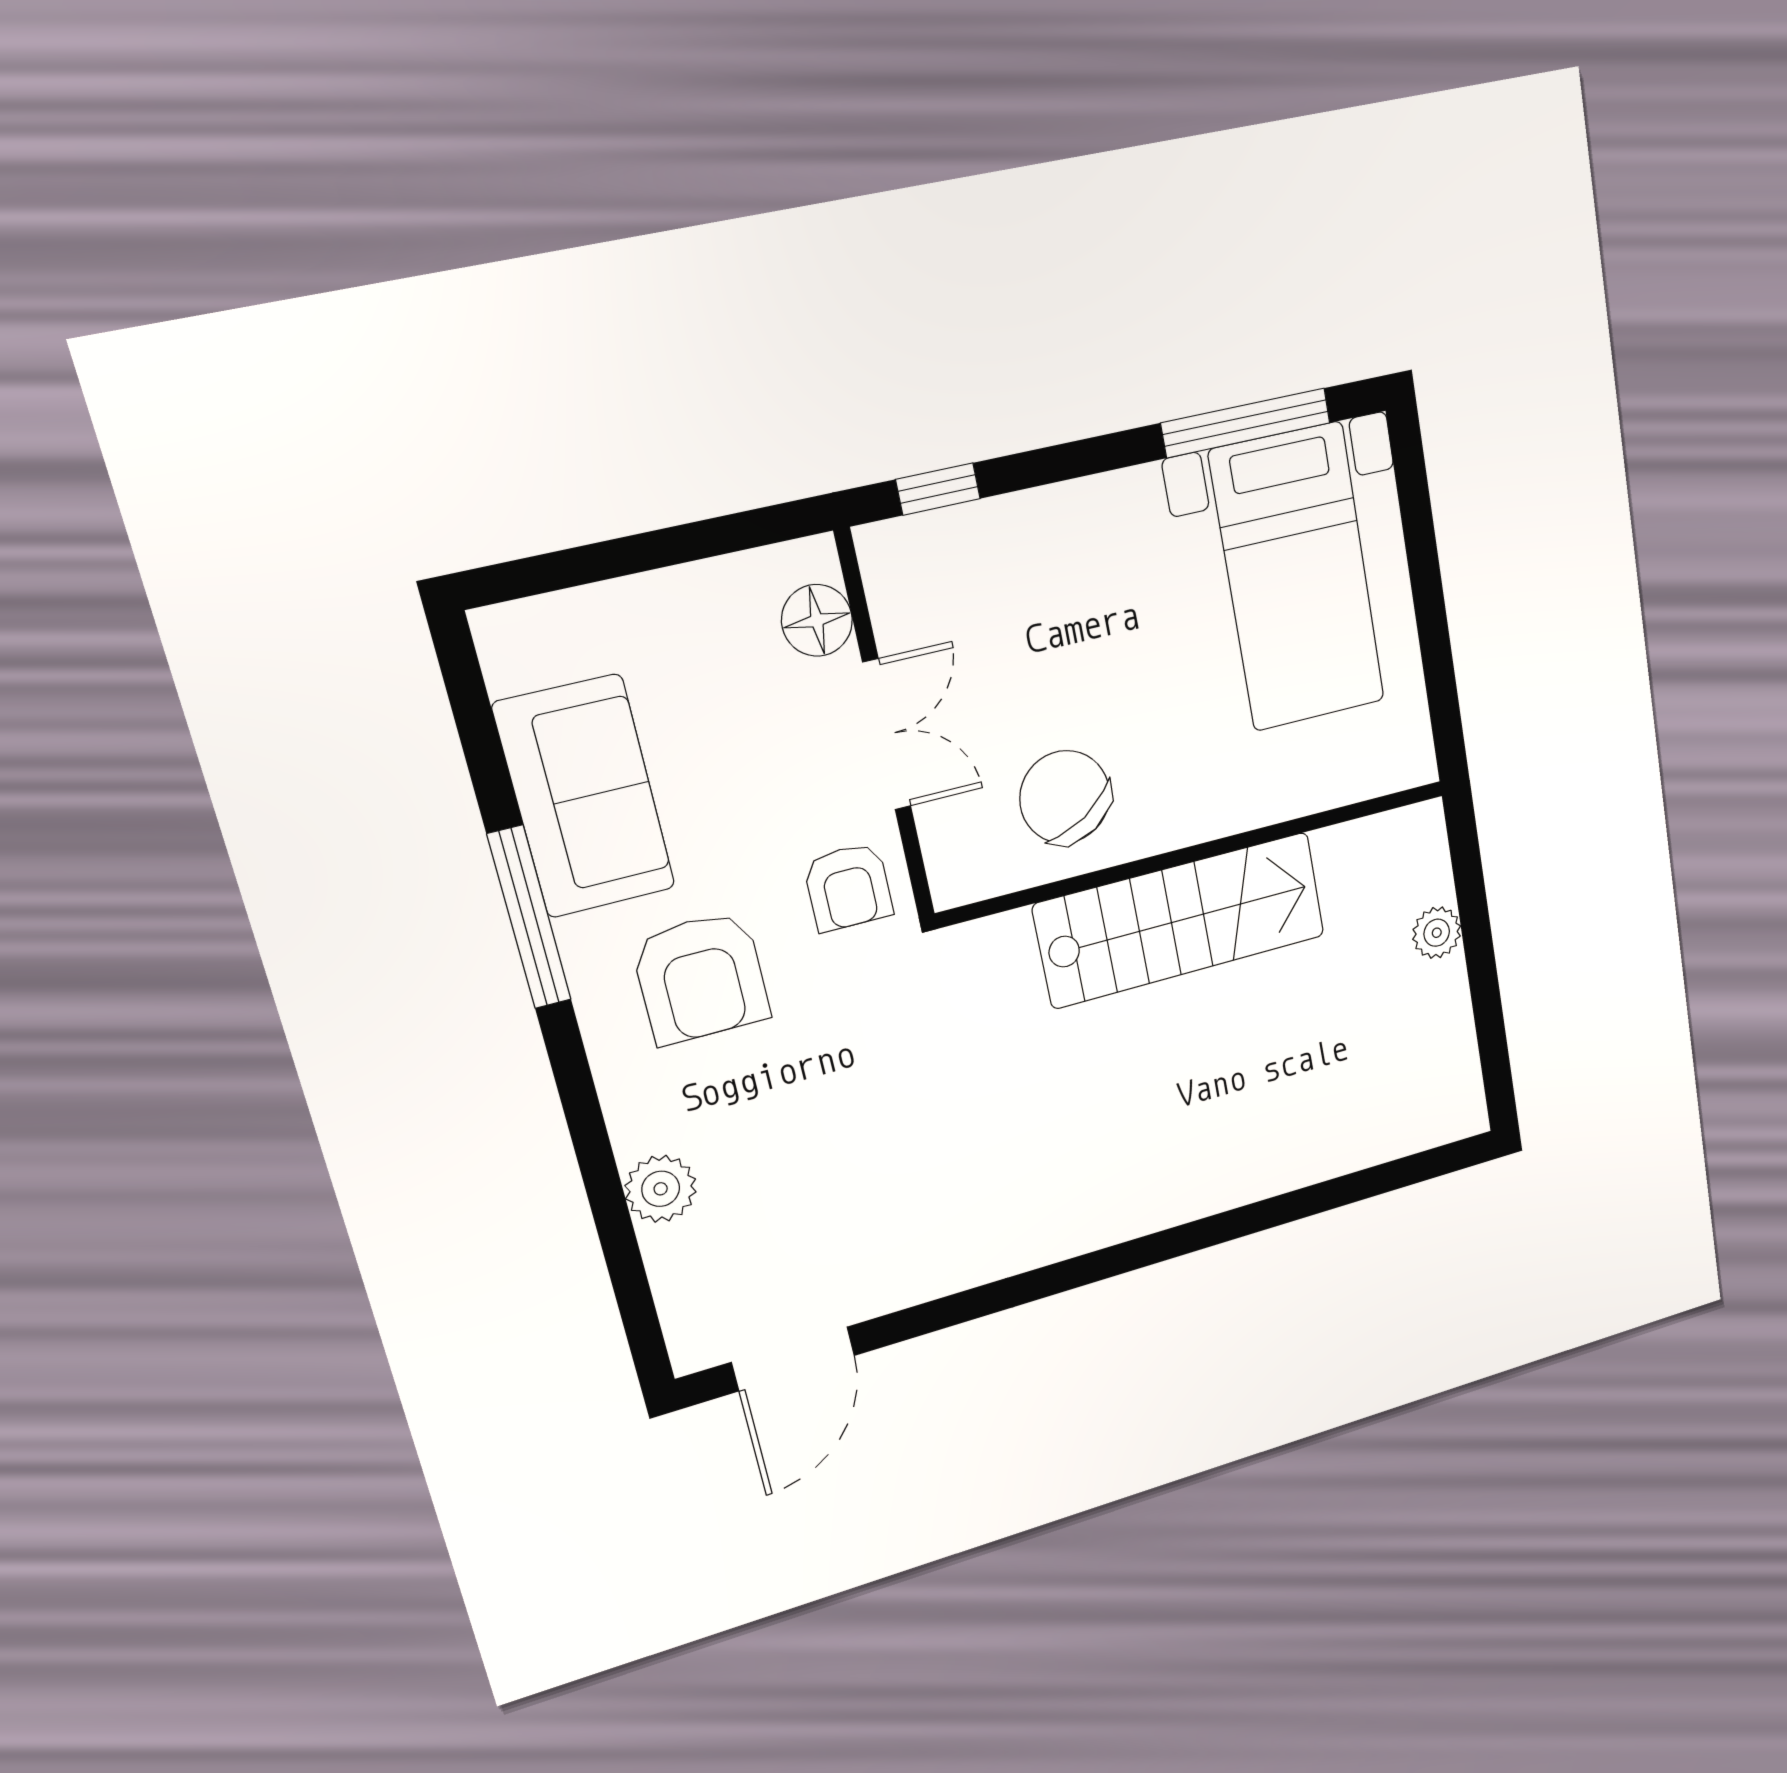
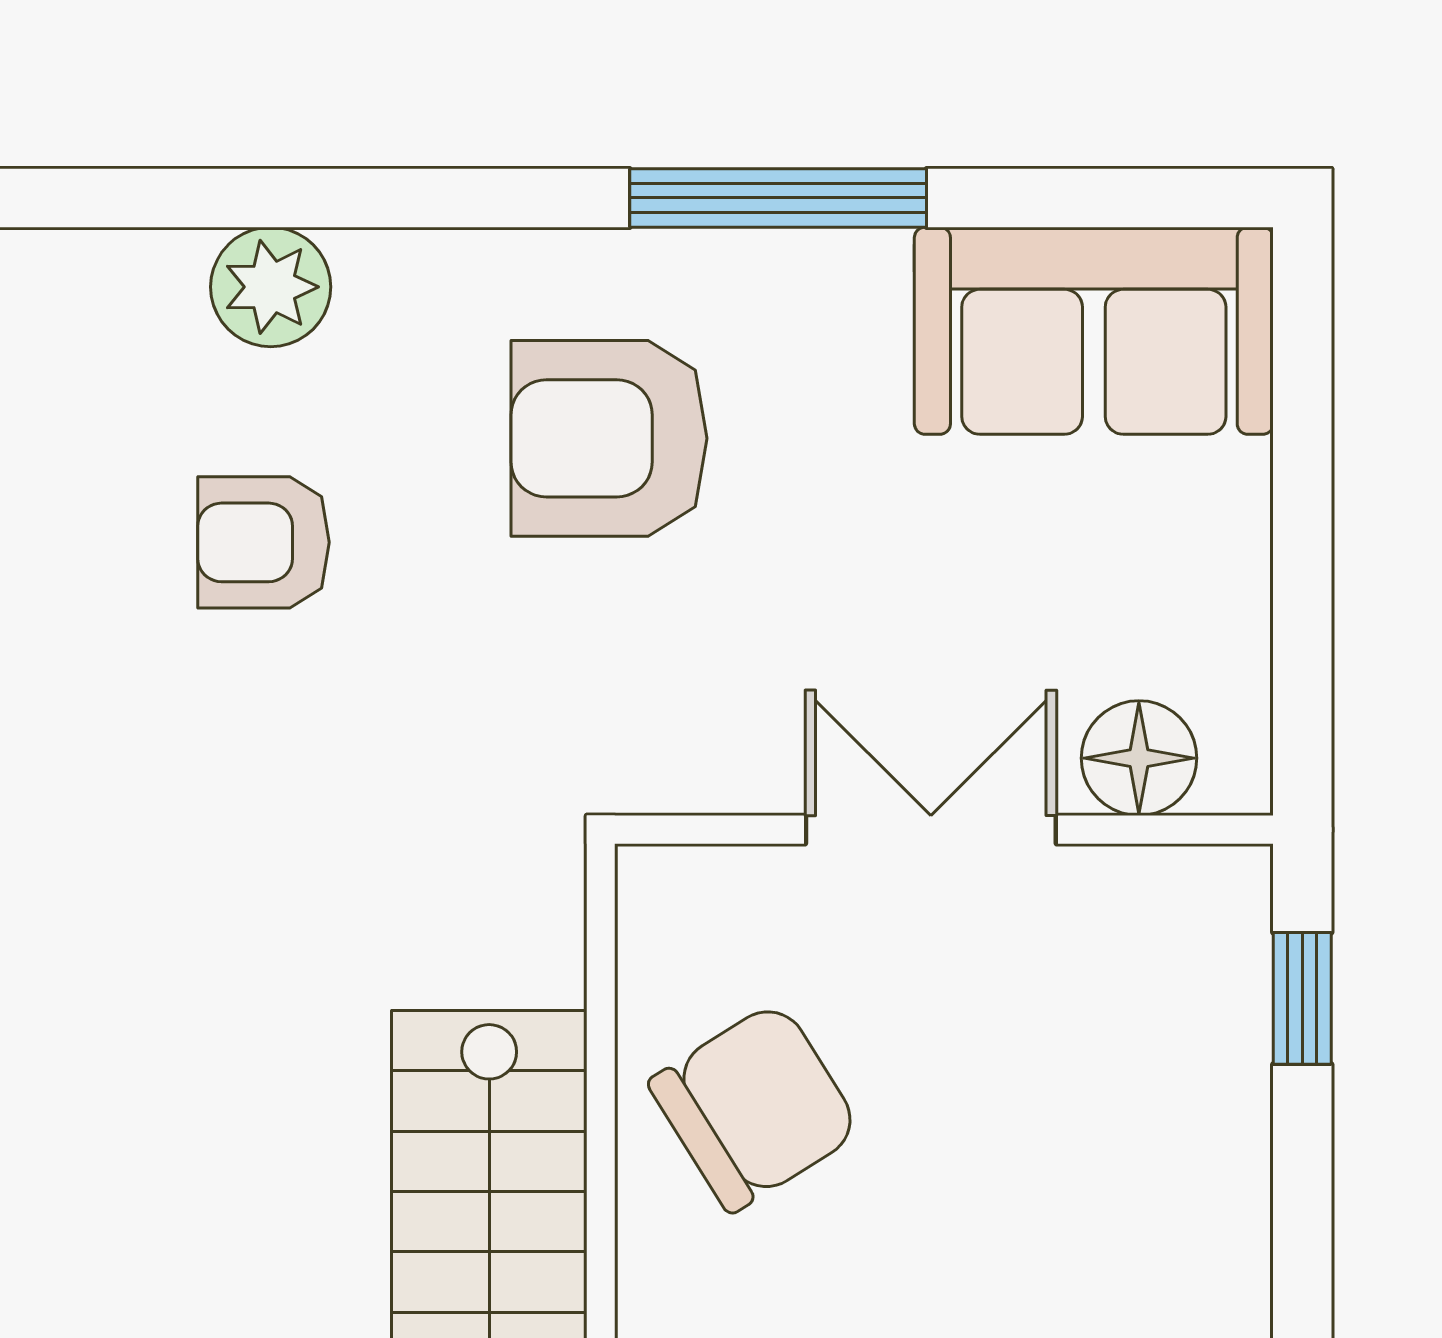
double door: (887, 735) -> (931, 830), swing flipped
sofa: (585, 797) -> (1094, 331), moved
armchair: (848, 887) -> (264, 542), moved

